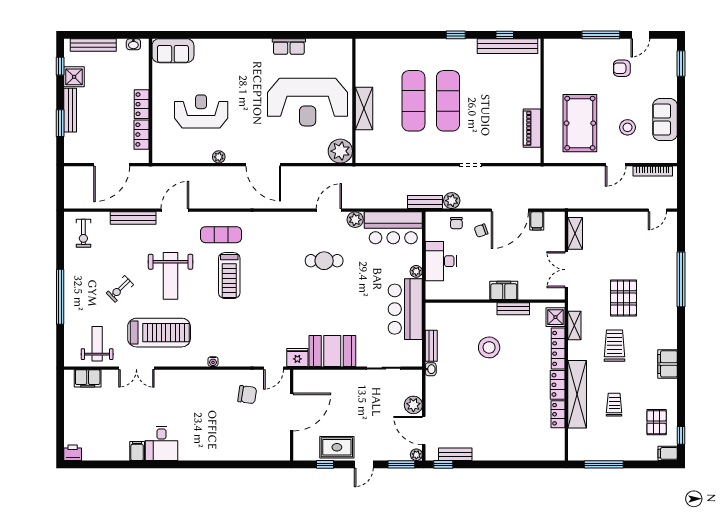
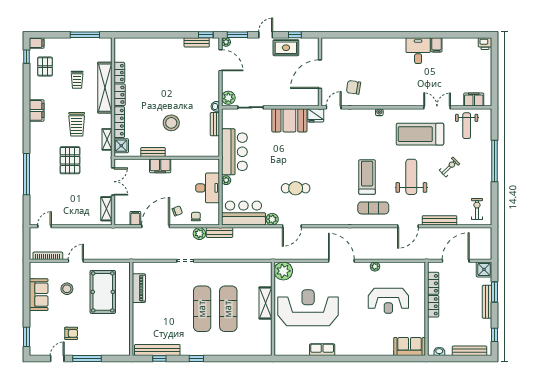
shower: (74, 77) -> (484, 269), moved
plant: (413, 405) -> (228, 98), moved

